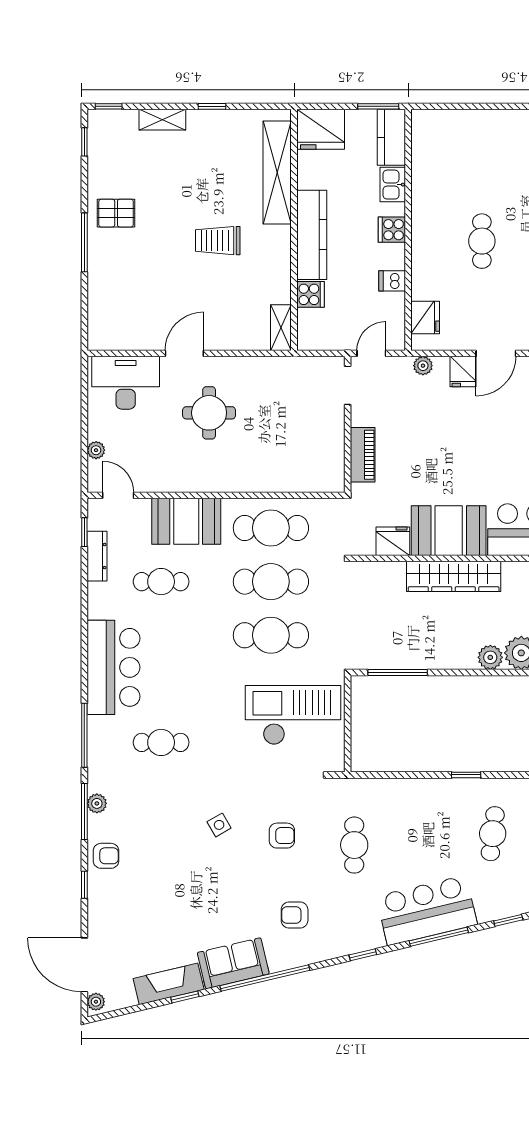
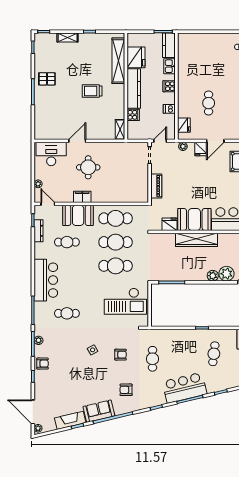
fridge: (321, 129) -> (136, 57), moved, turned -90
cafe table: (482, 241) -> (209, 103), moved
filing cabinet: (196, 480) -> (82, 197), added
checkout: (293, 715) -> (125, 301), turned 180

